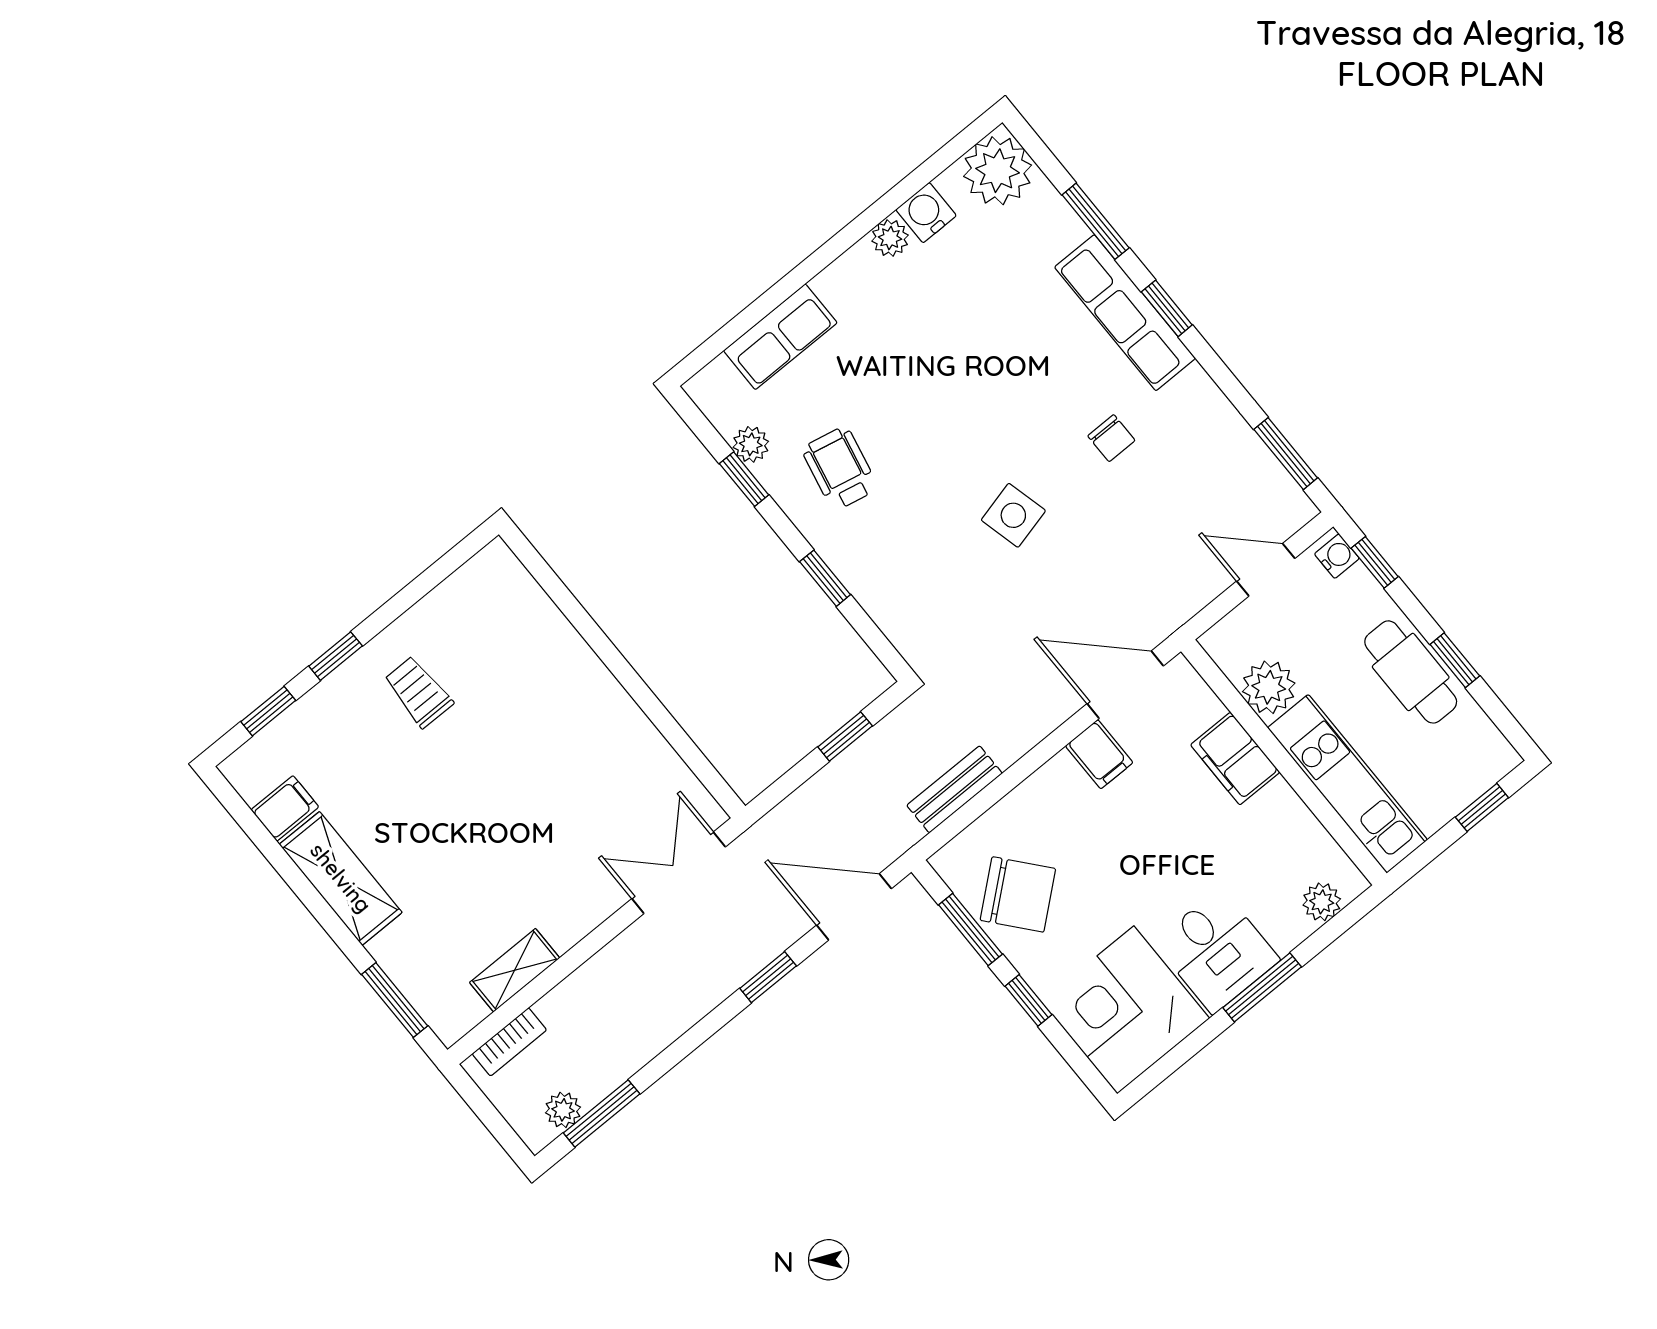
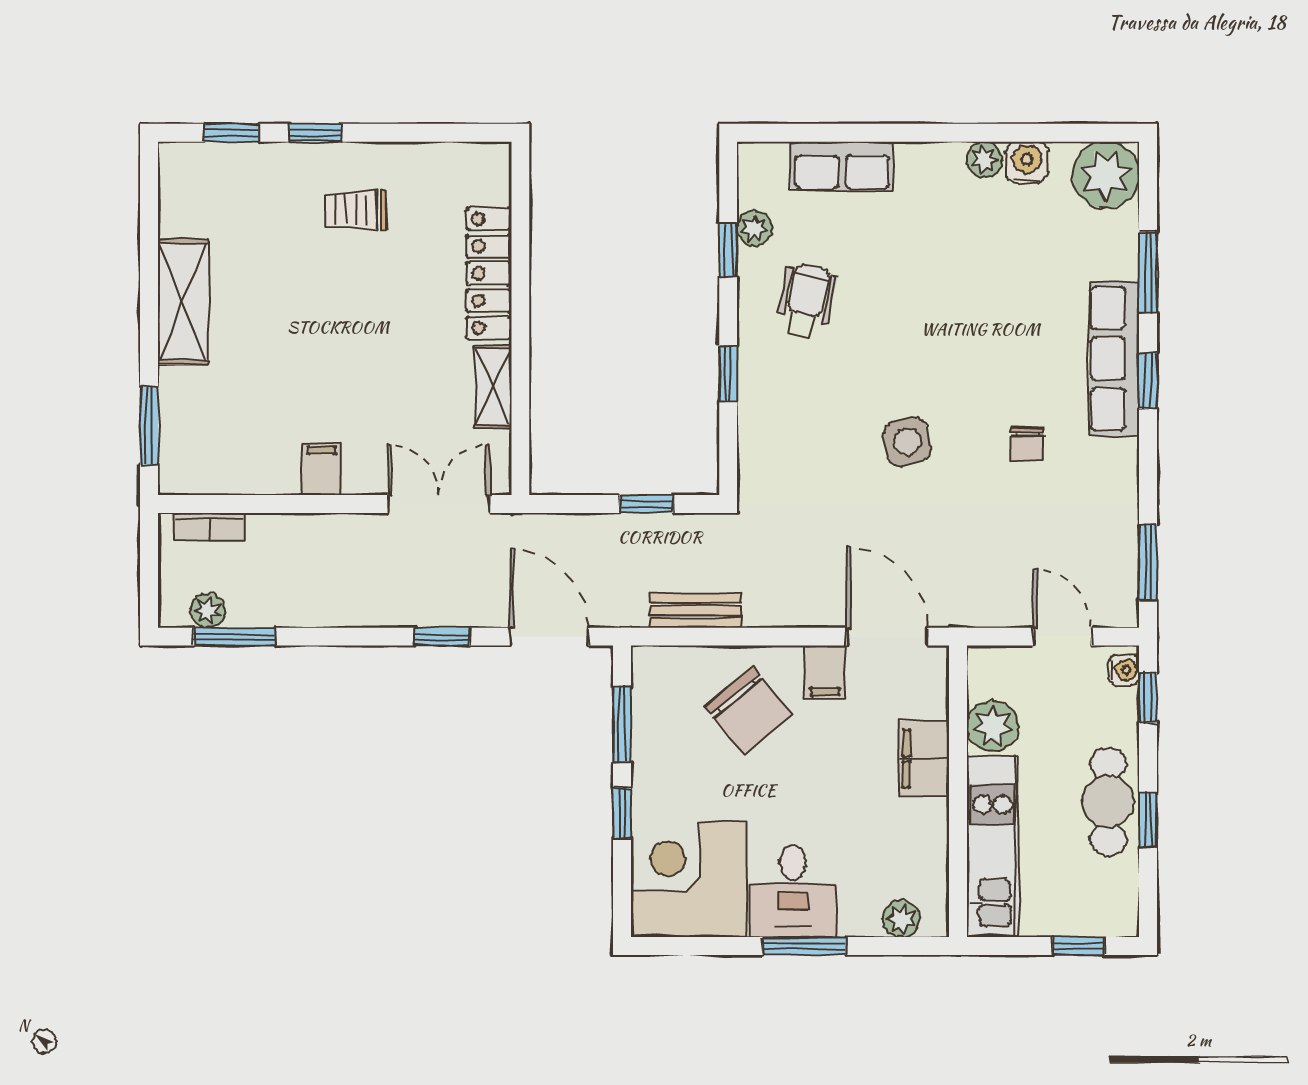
locker: (567, 655) -> (489, 273), added
trolley: (418, 692) -> (355, 210), turned -90
filing cabinet: (285, 808) -> (321, 469), moved, turned -90
chair: (1018, 894) -> (749, 711), moved
shelving: (515, 970) -> (493, 387), moved, turned 90

